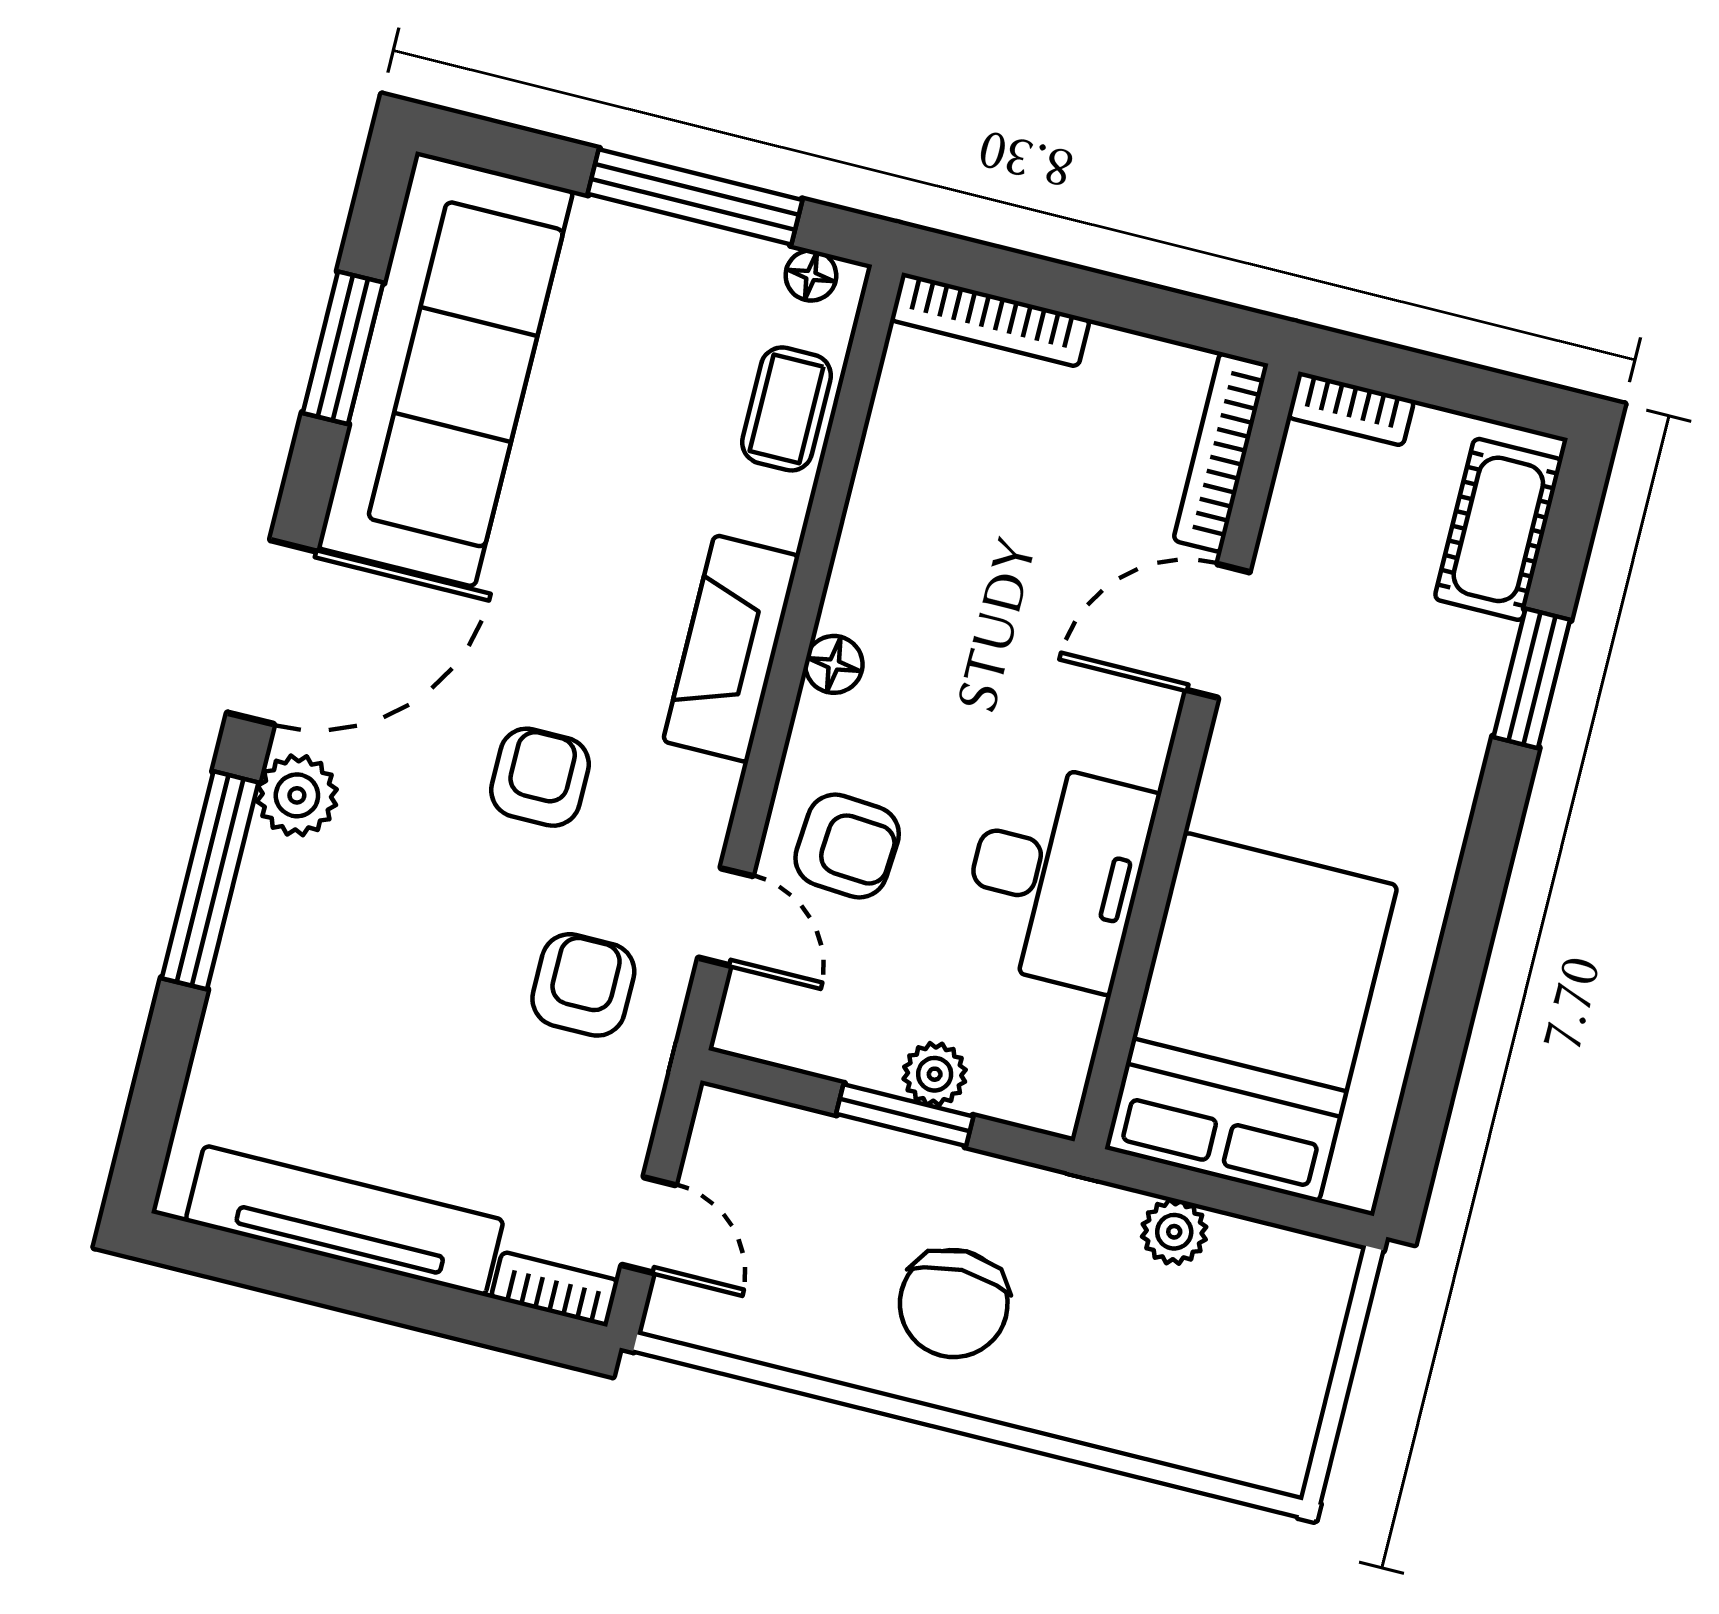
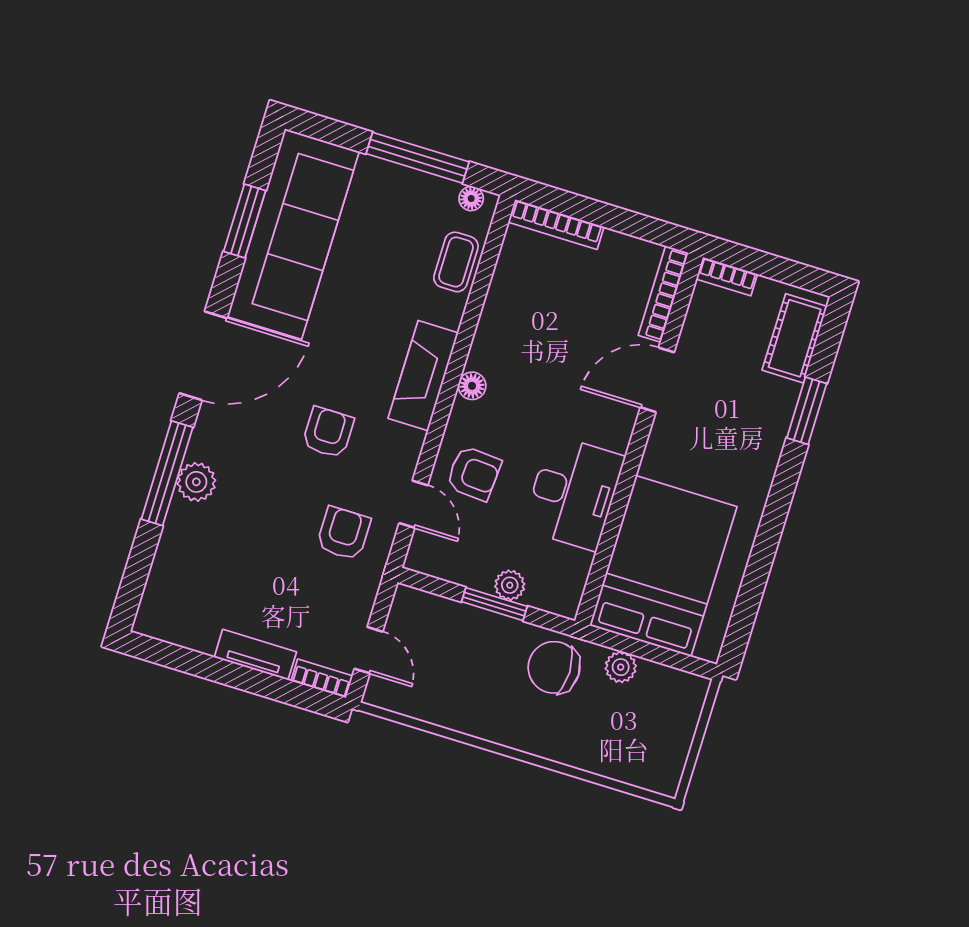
plant: (297, 795) -> (196, 482), moved
tv unit: (344, 1221) -> (255, 655), width x0.52, depth x0.78
chair: (954, 1304) -> (554, 667), moved, turned 90

